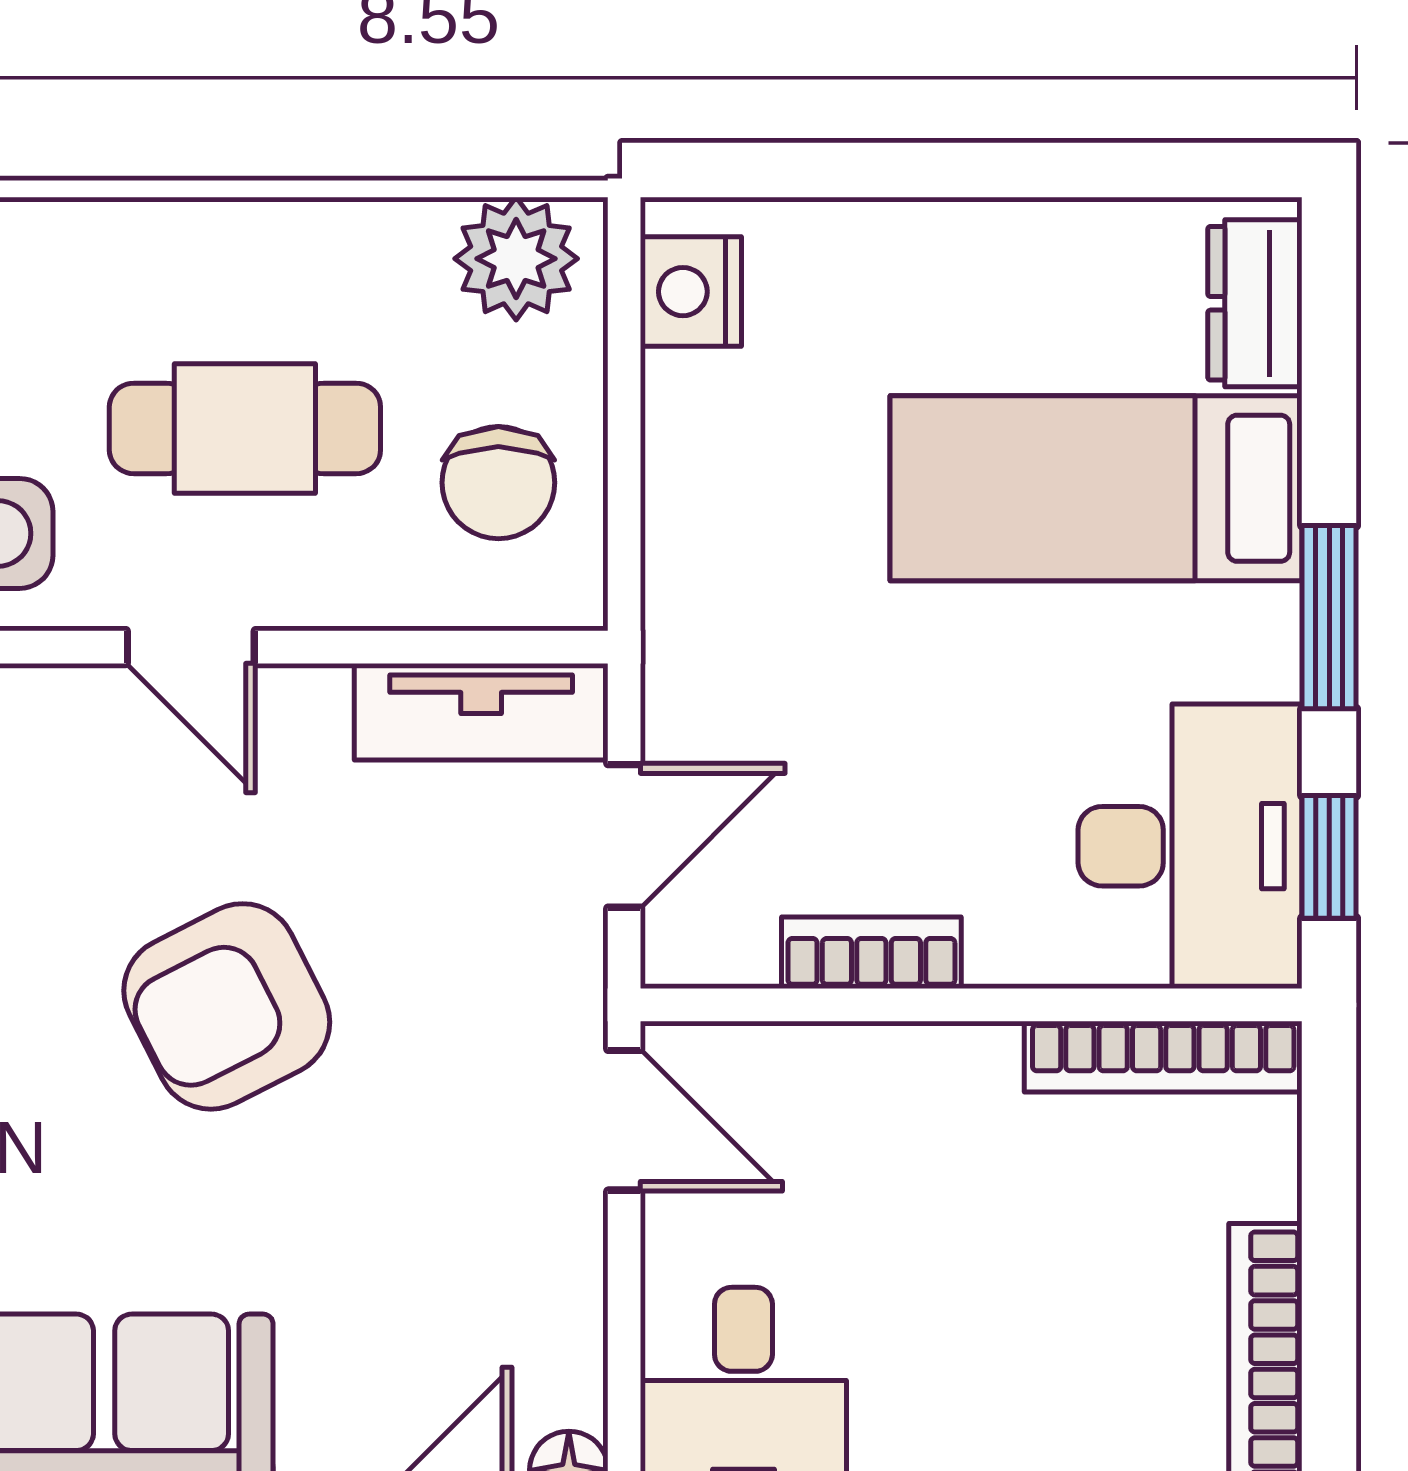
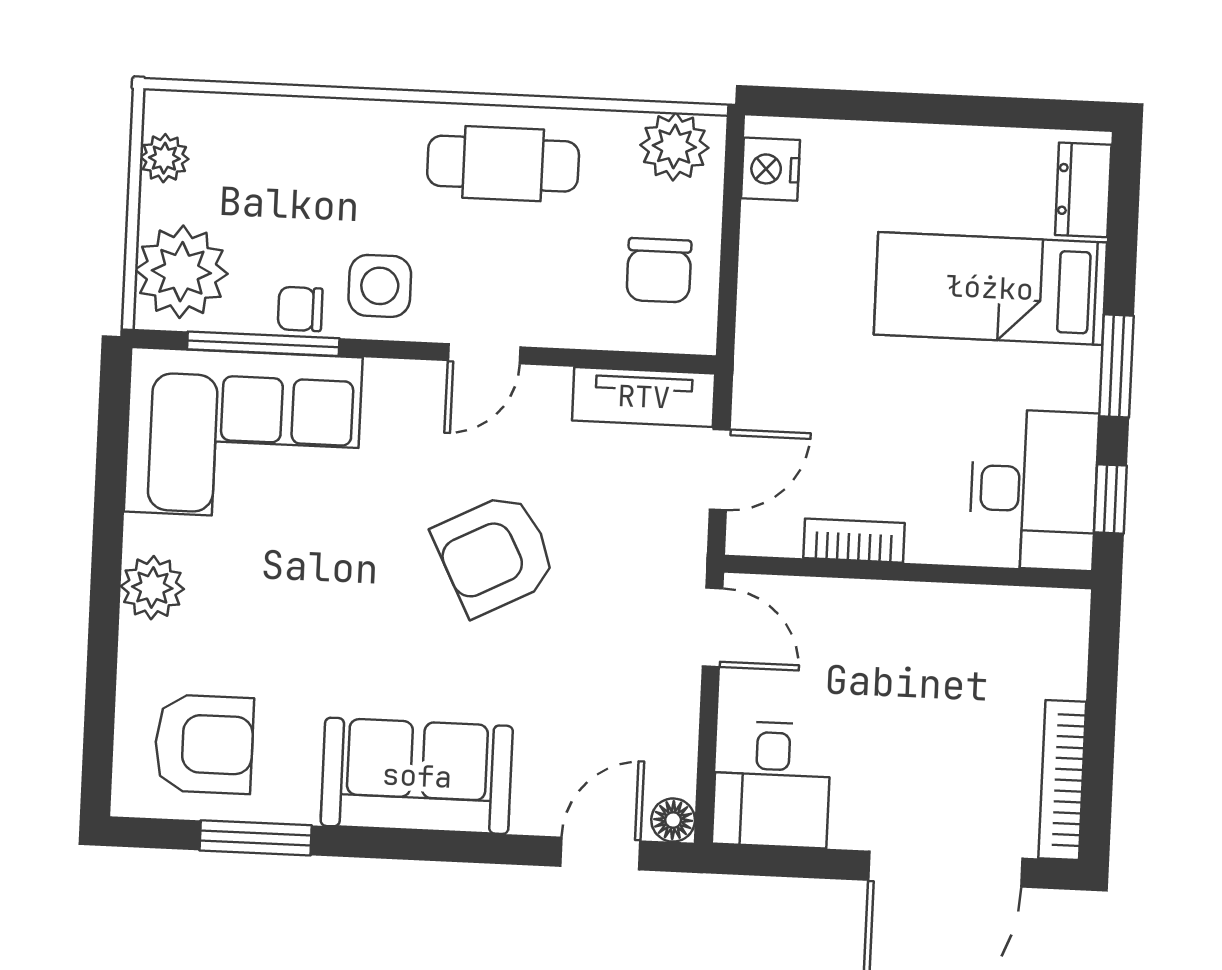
cafe table: (245, 428) -> (503, 164), moved
door: (191, 647) -> (484, 354), hinge flipped
bookcase: (1163, 1057) -> (1013, 606), removed

